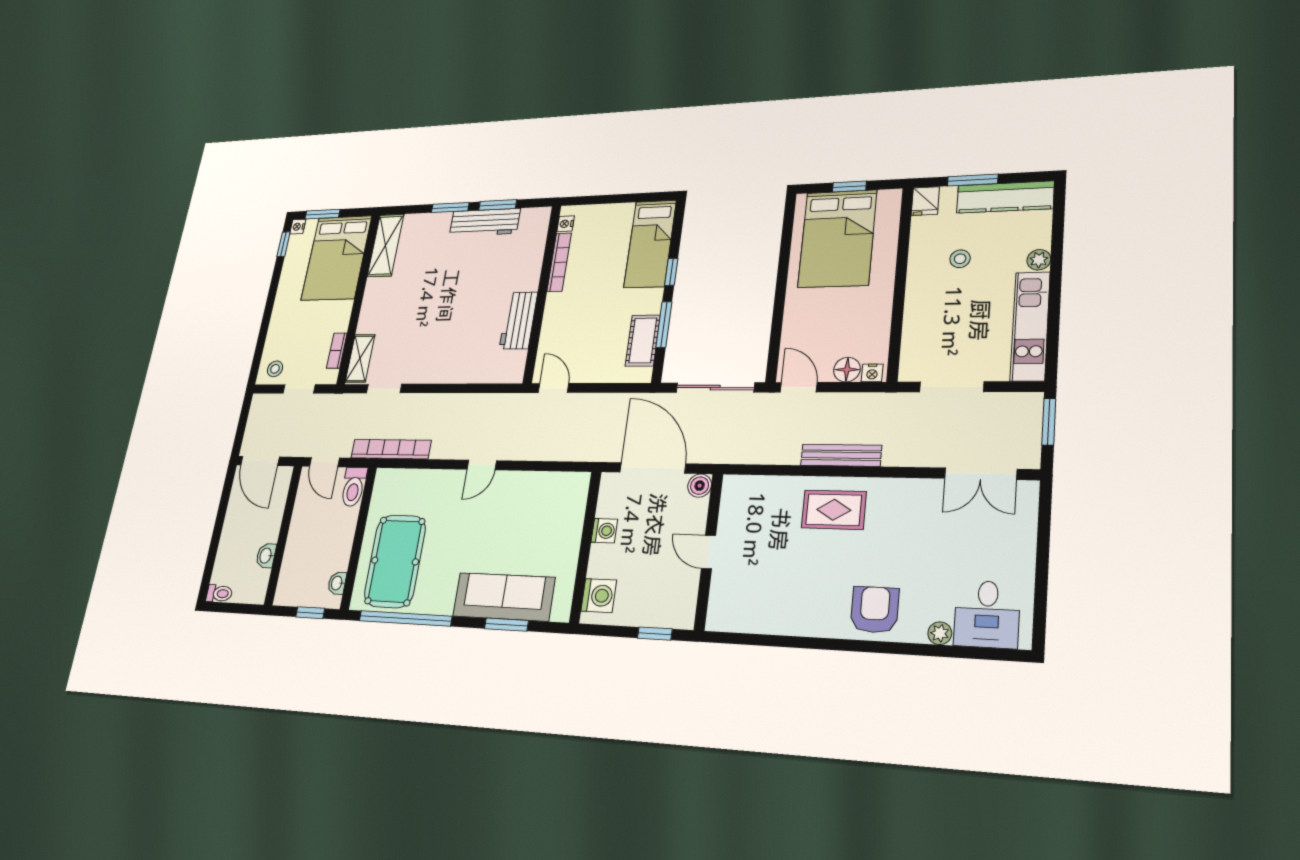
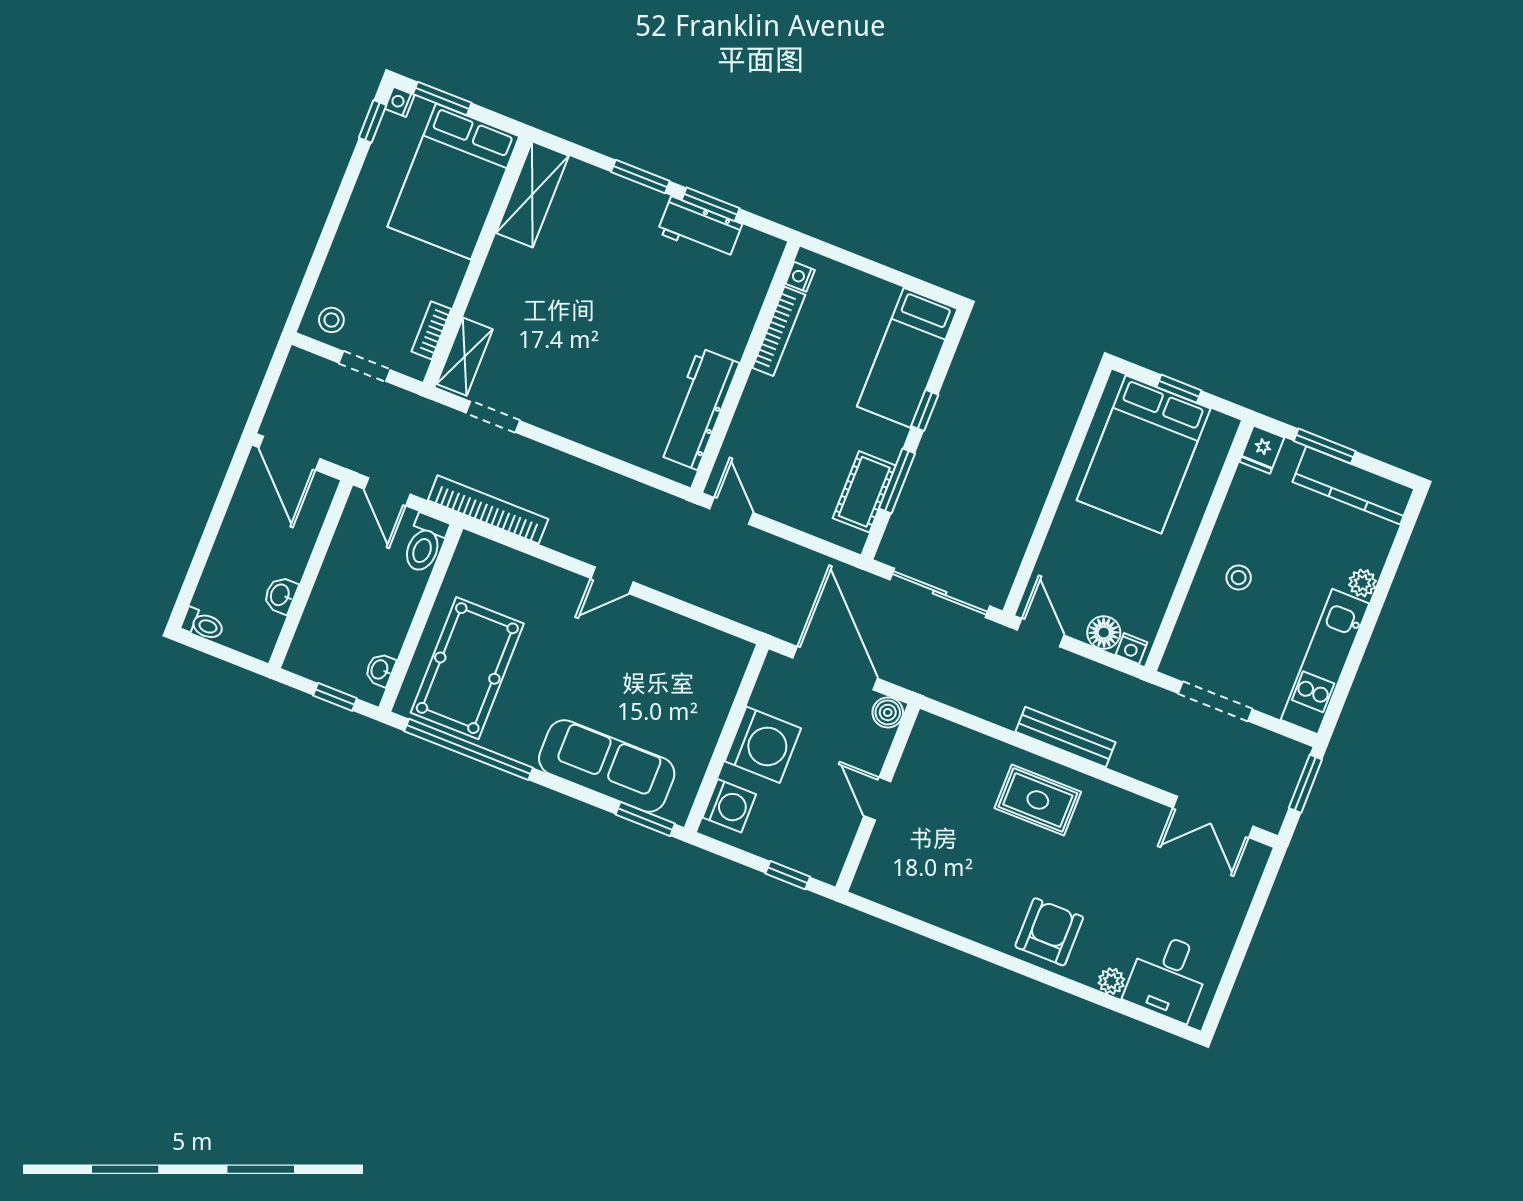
workbench: (485, 222) -> (700, 228), width x0.73
stool: (960, 259) -> (1239, 578), moved
workbench: (518, 321) -> (698, 409), width x1.38
washing machine: (604, 531) -> (763, 745), width x1.89, depth x1.89
window: (506, 625) -> (645, 819), moved

